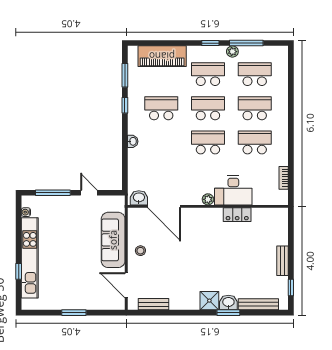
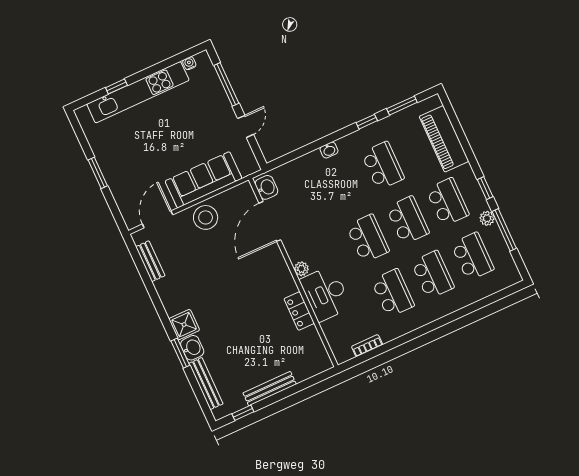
stool: (140, 251) -> (206, 217), width x1.89, depth x1.89
bench: (283, 261) -> (270, 389), width x1.36

